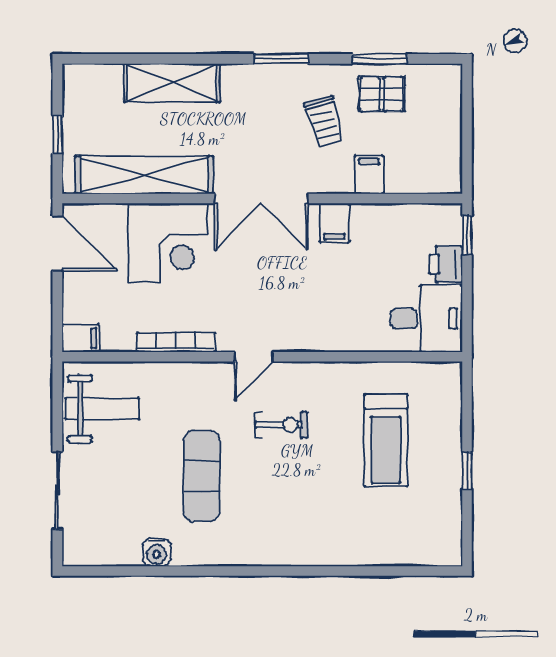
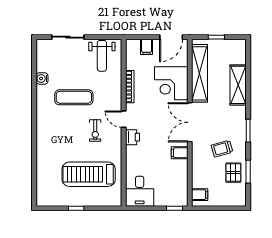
filing cabinet: (369, 175) -> (200, 195), moved
printer: (446, 264) -> (133, 137), moved, turned 90
filing cabinet: (81, 338) -> (147, 47), moved
treadmill: (386, 441) -> (89, 174), width x1.37, depth x1.38

